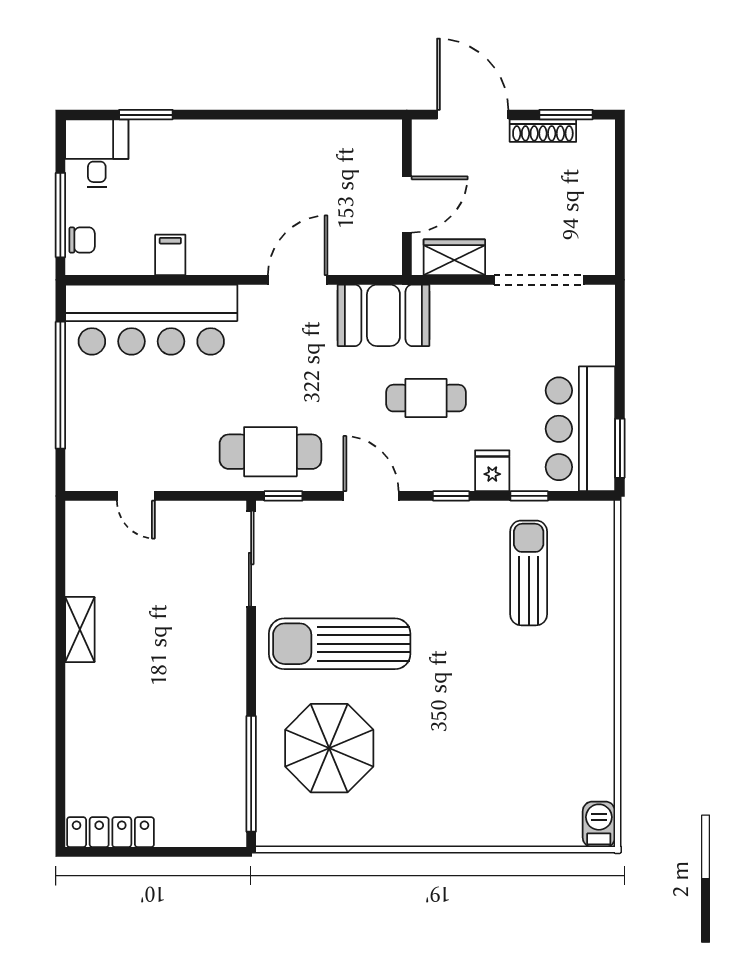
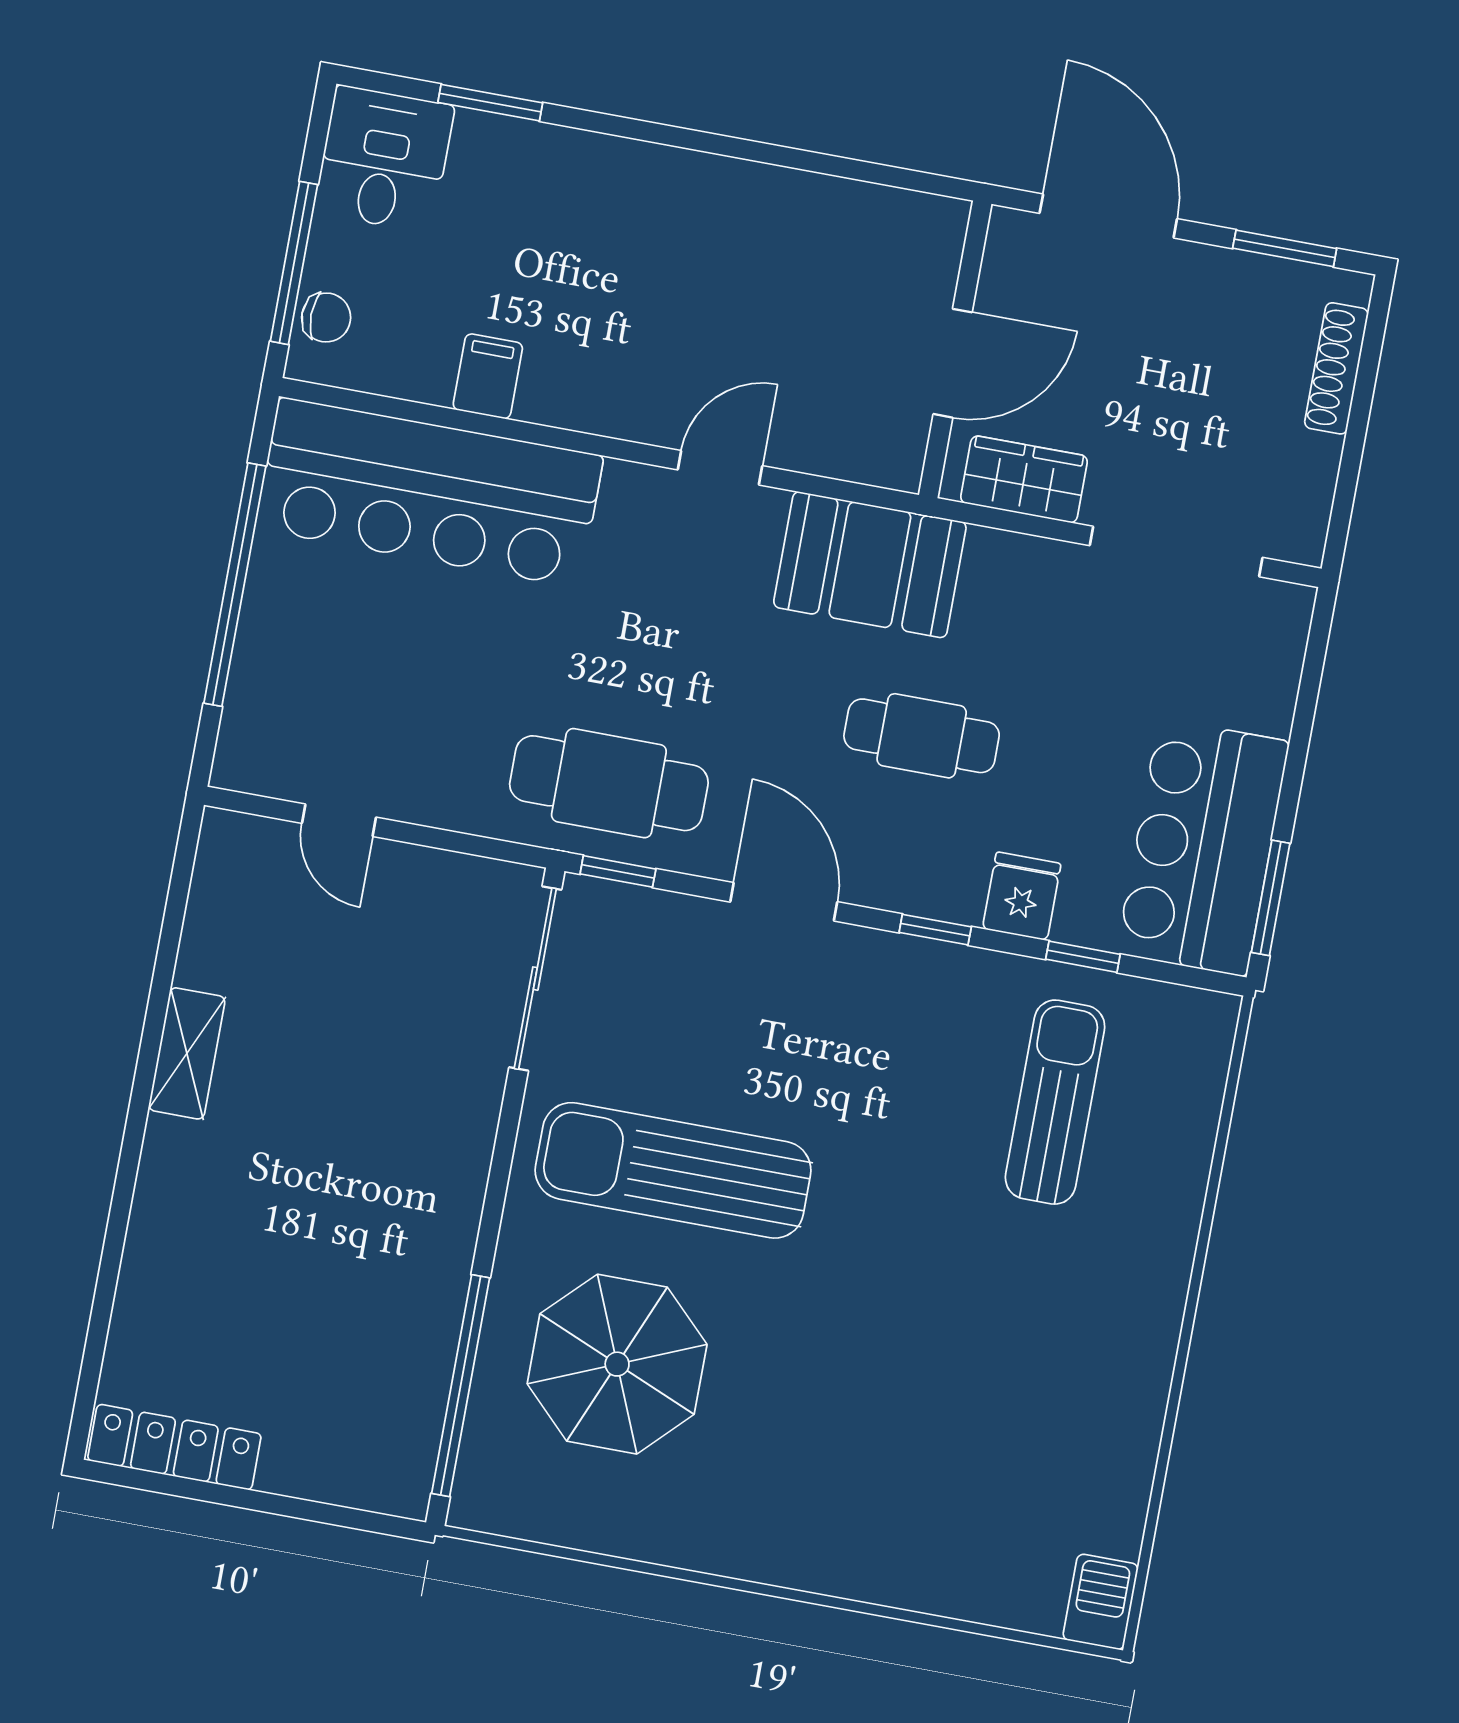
shoe rack: (543, 131) -> (1336, 368), moved, turned 90
door: (298, 280) -> (720, 468), width x0.73

